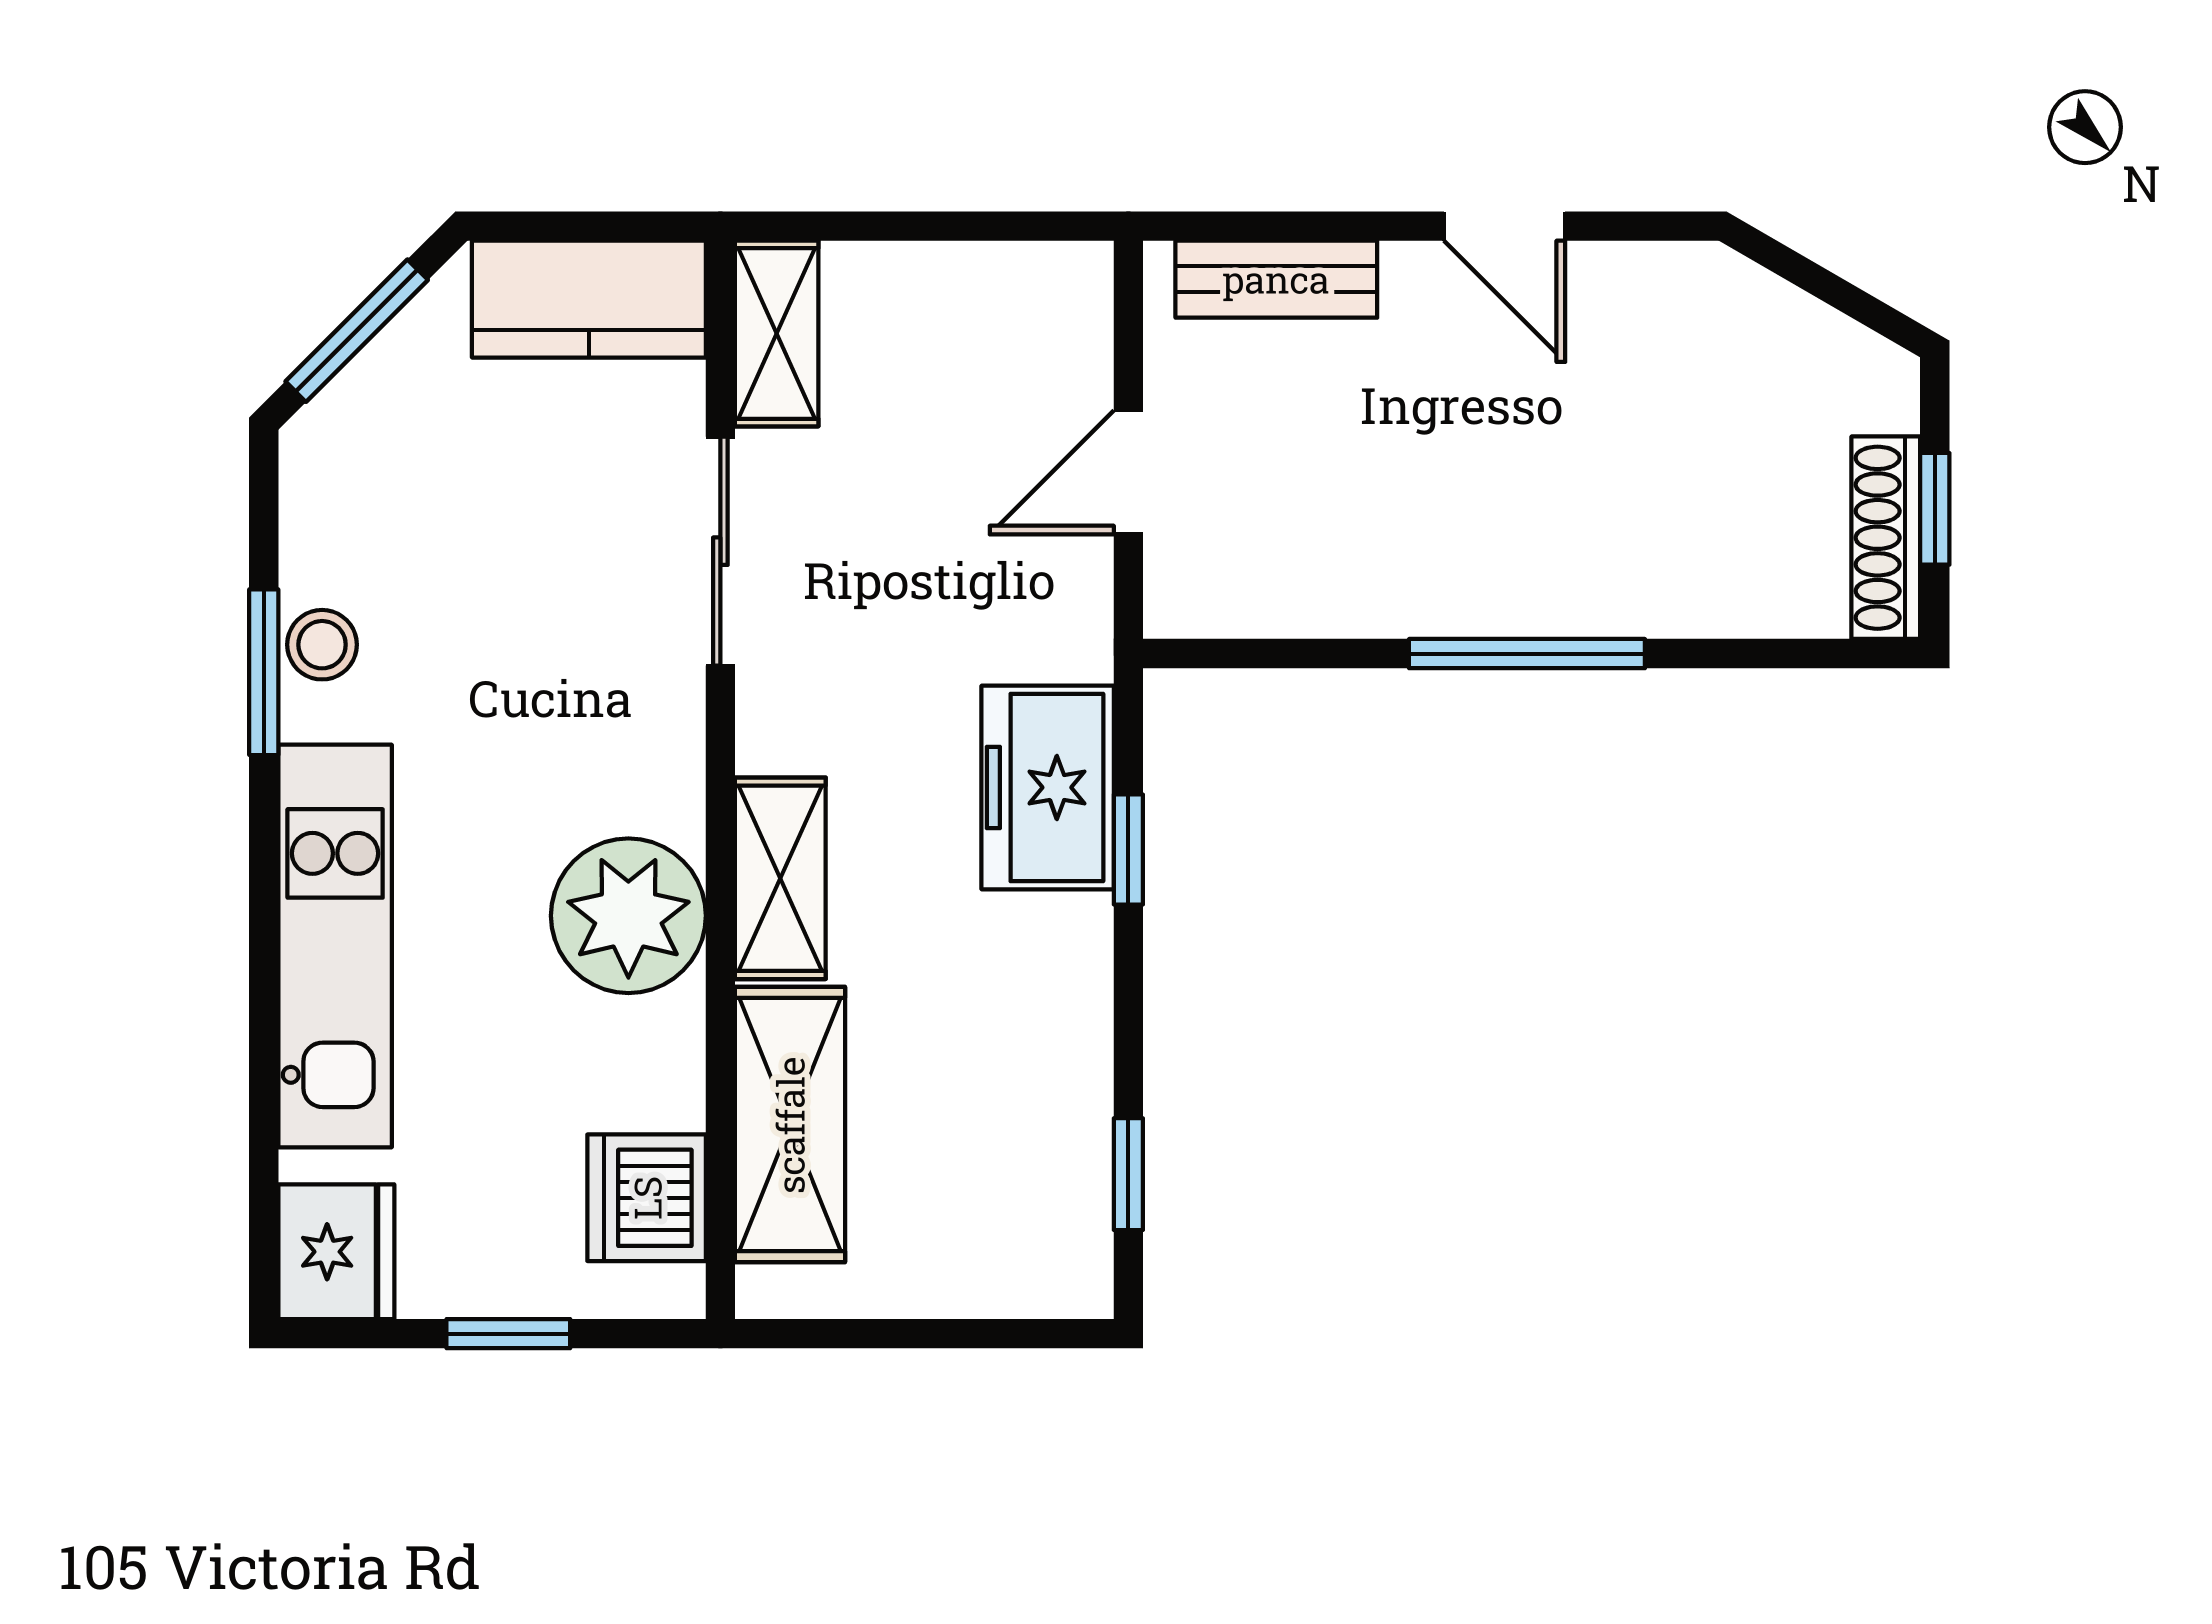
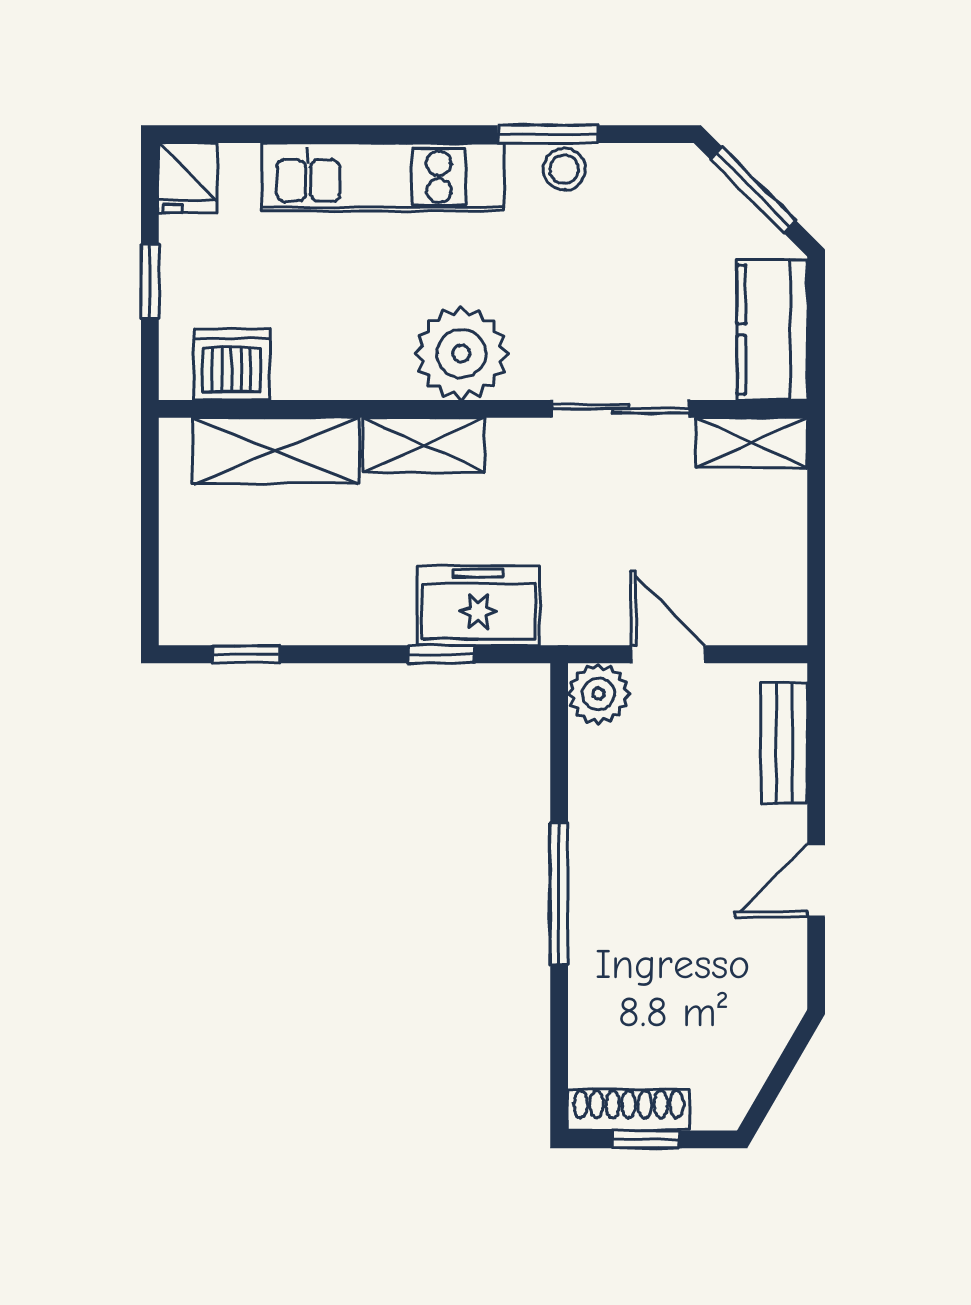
plant: (1194, 588) -> (599, 694), added
plant: (628, 916) -> (461, 353), moved
fridge: (336, 1252) -> (188, 178), width x0.72

